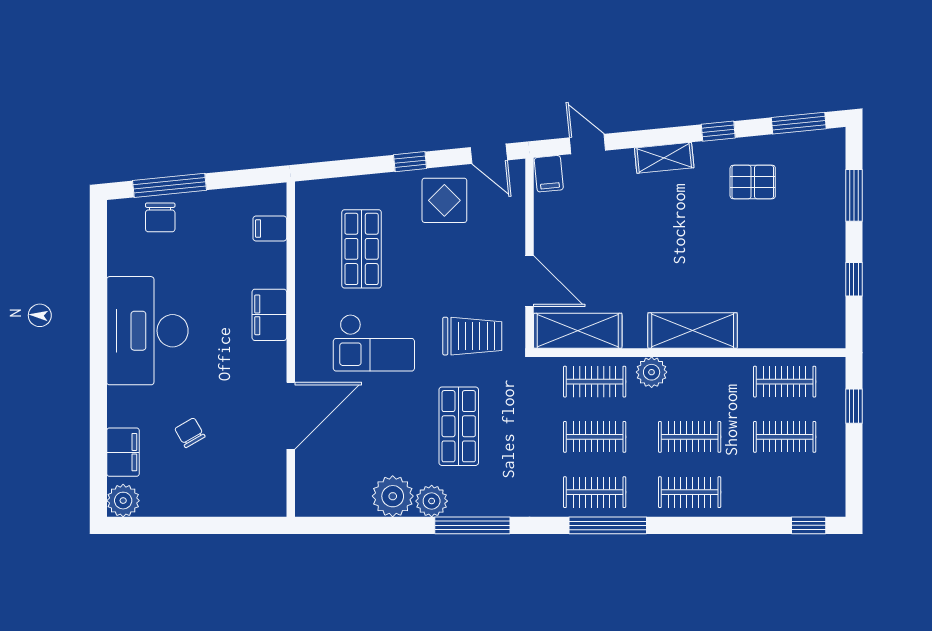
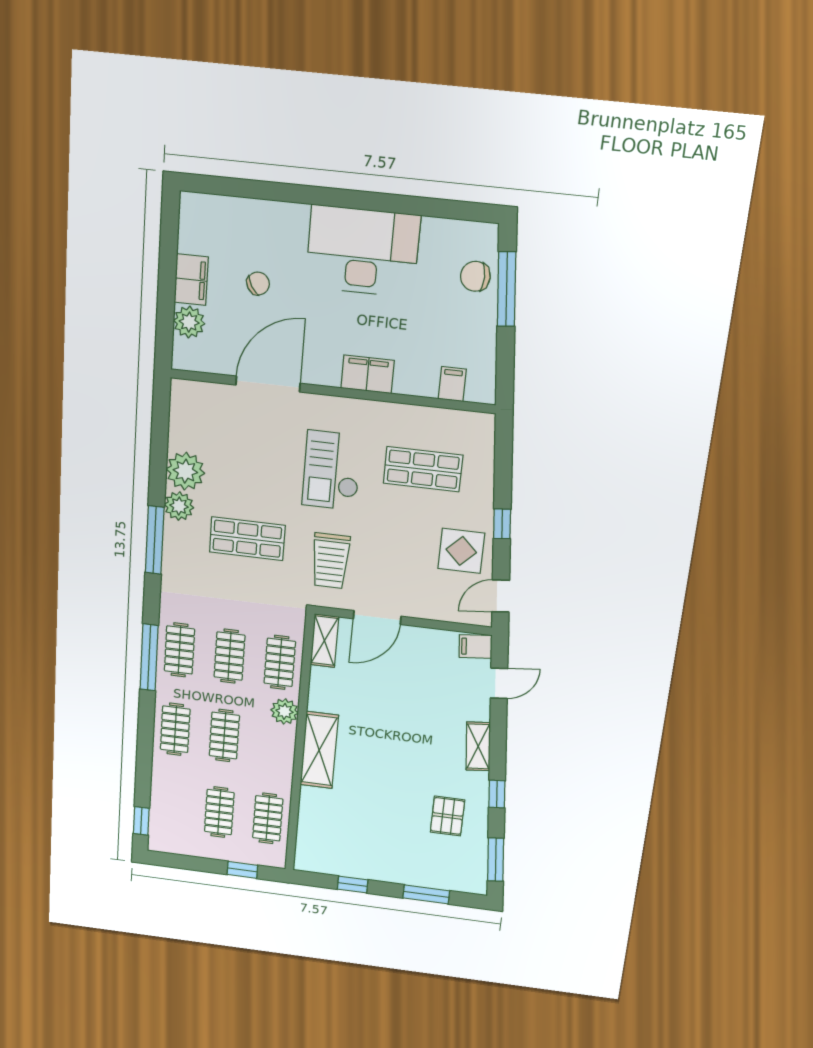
shelving: (578, 331) -> (324, 641), width x0.67, depth x0.75
door: (291, 416) -> (268, 384), swing flipped
filing cabinet: (123, 452) -> (191, 280), moved, turned -90
plant: (123, 501) -> (189, 322), moved

